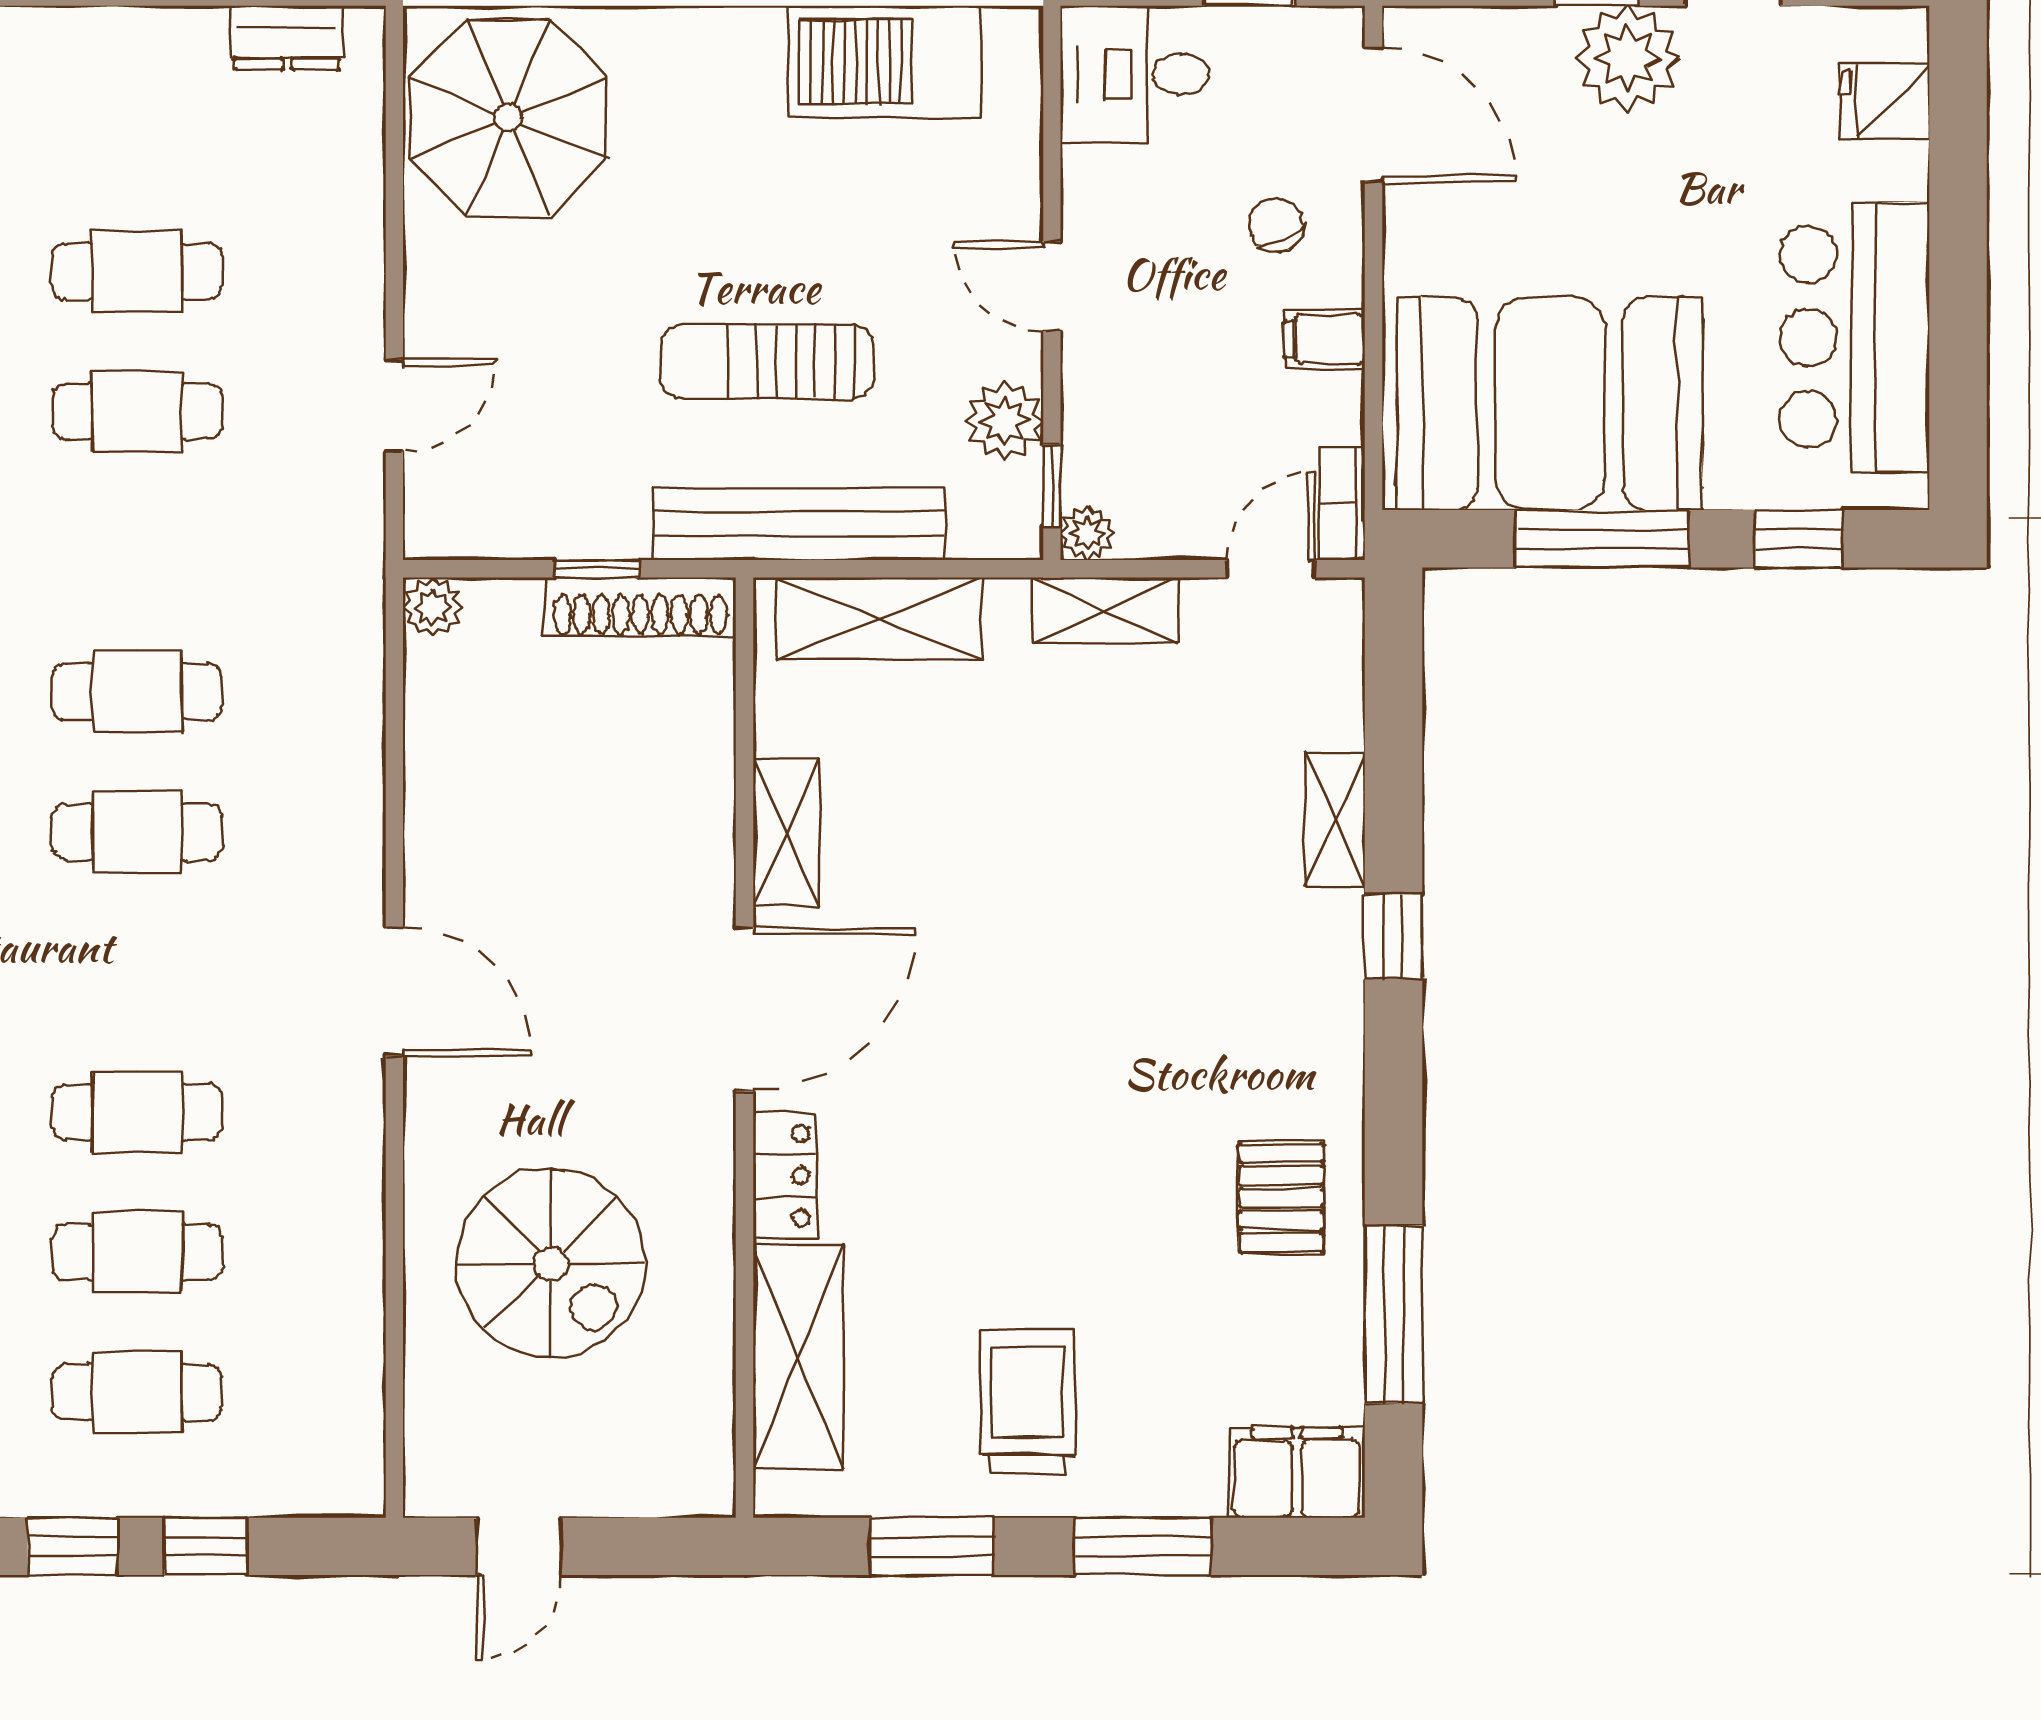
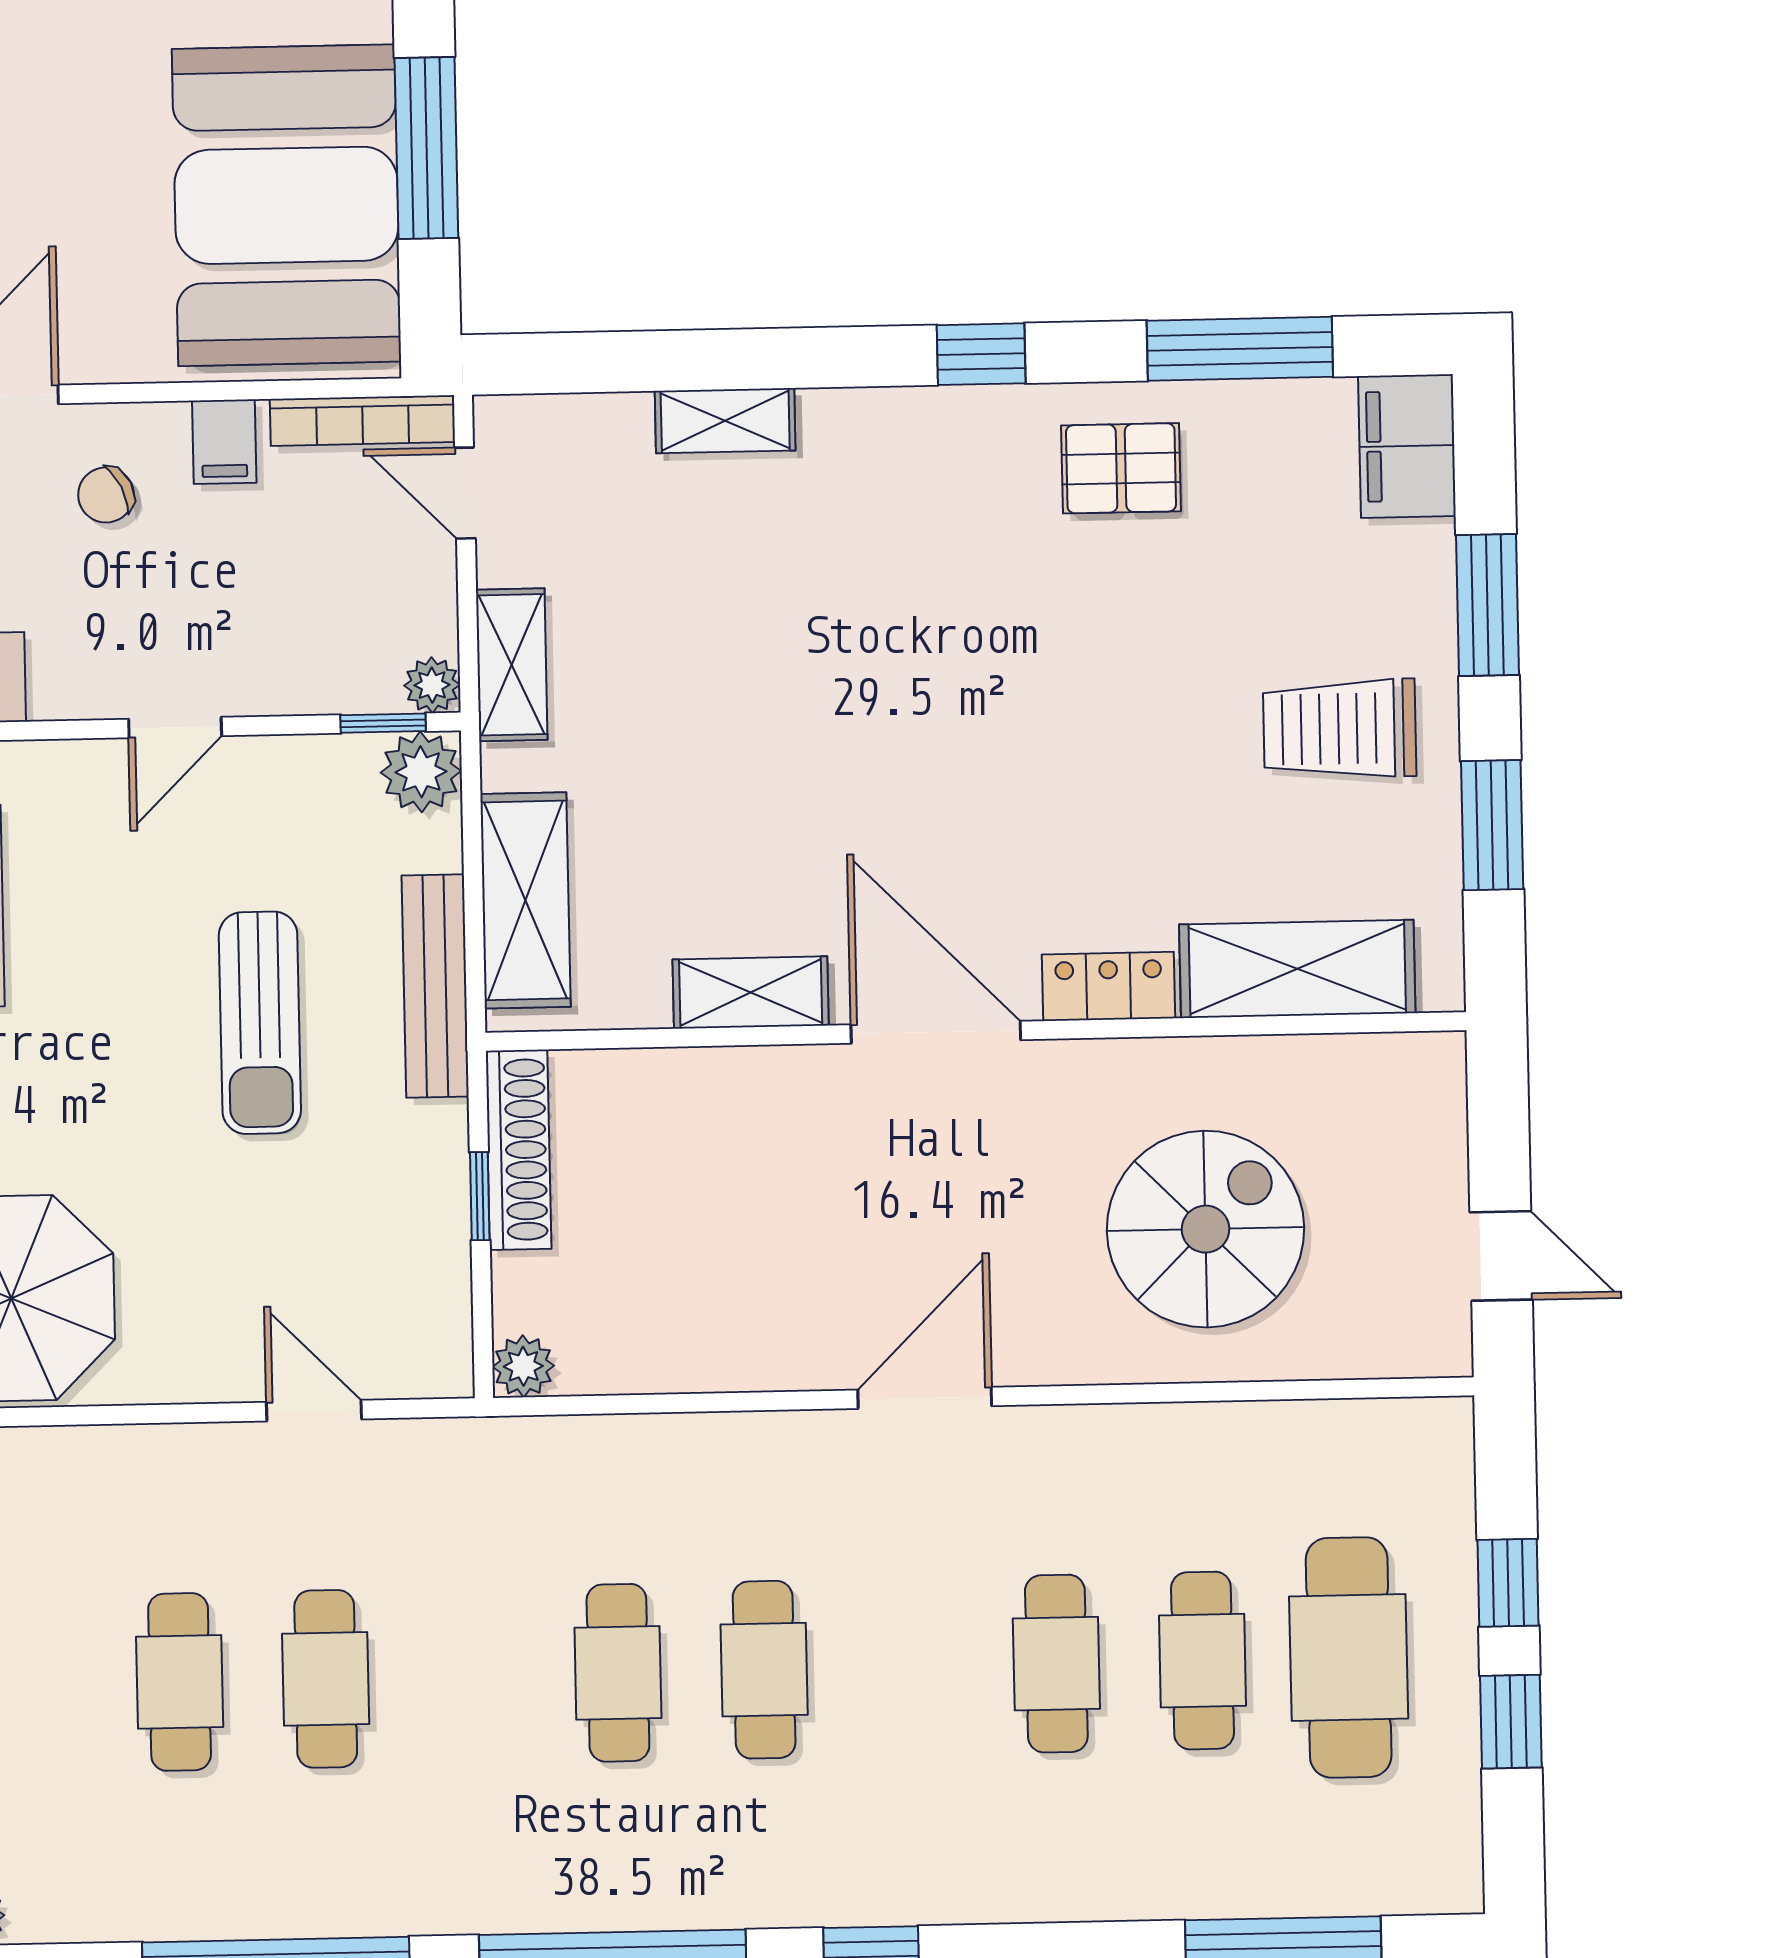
plant: (1004, 421) -> (421, 772), moved
bookcase: (1342, 504) -> (362, 421), width x1.56
bench: (799, 524) -> (435, 986), width x0.73, depth x0.82
window: (1393, 936) -> (981, 354), moved
cafe table: (137, 1392) -> (1349, 1657), width x1.37, depth x1.35

